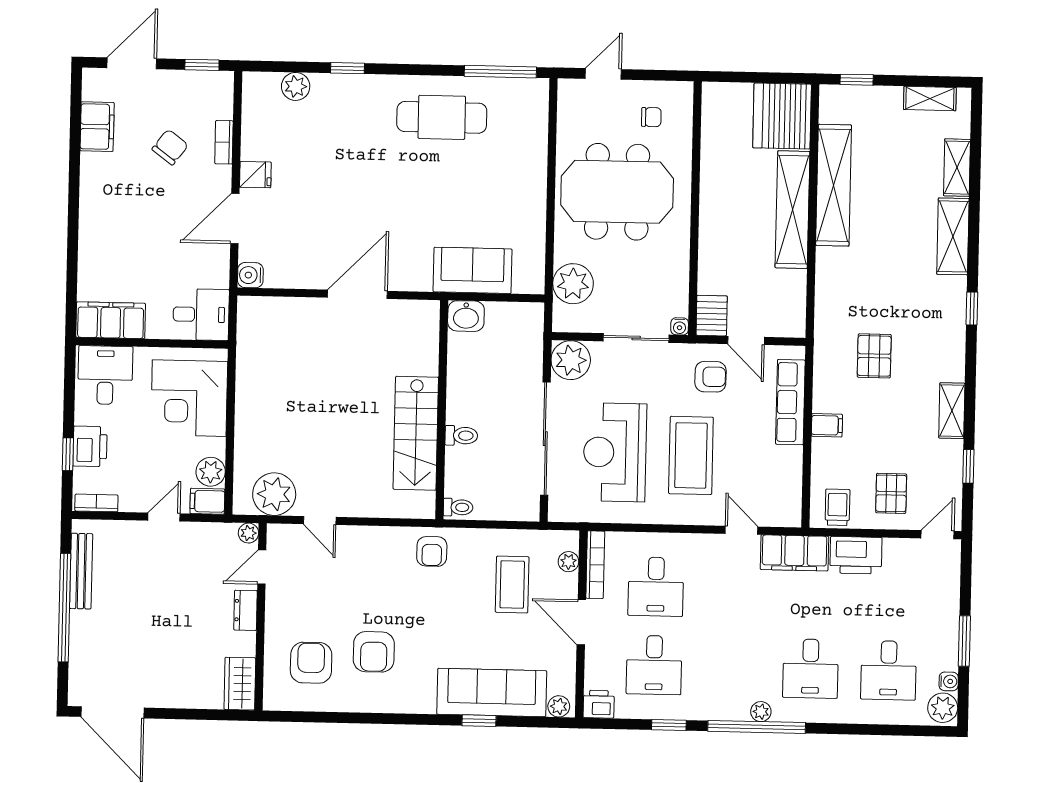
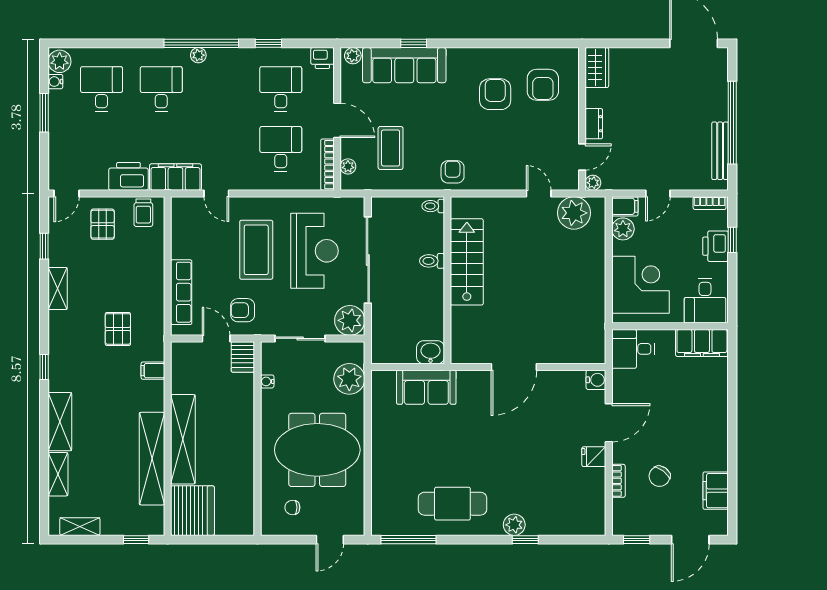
plant: (296, 86) -> (514, 525), moved
water cooler: (680, 326) -> (267, 381), moved, turned -90
filing cabinet: (827, 425) -> (153, 371), moved

